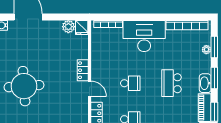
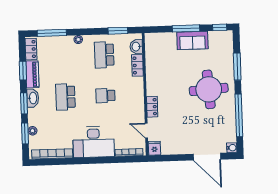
plant: (68, 27) -> (167, 149), removed
school desk: (171, 83) -> (65, 97), turned 180
door: (89, 89) -> (146, 131), moved

